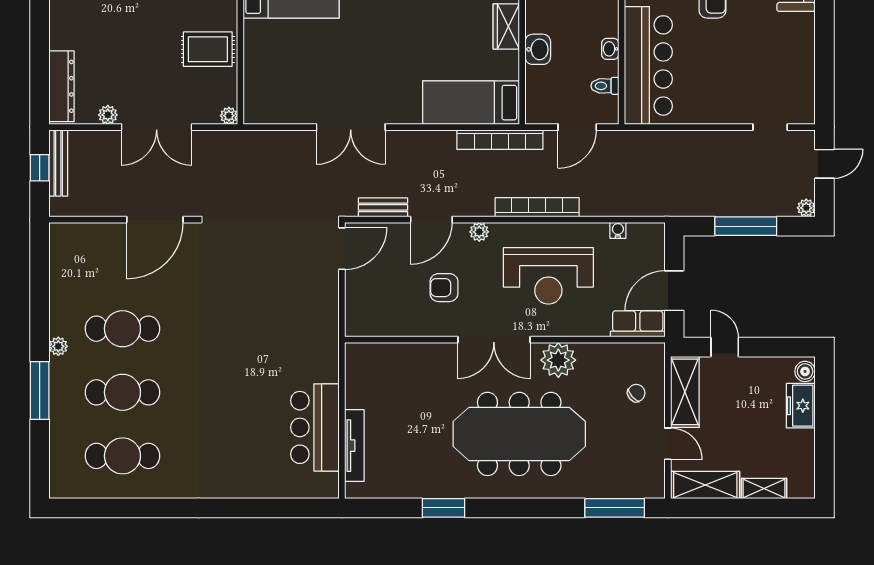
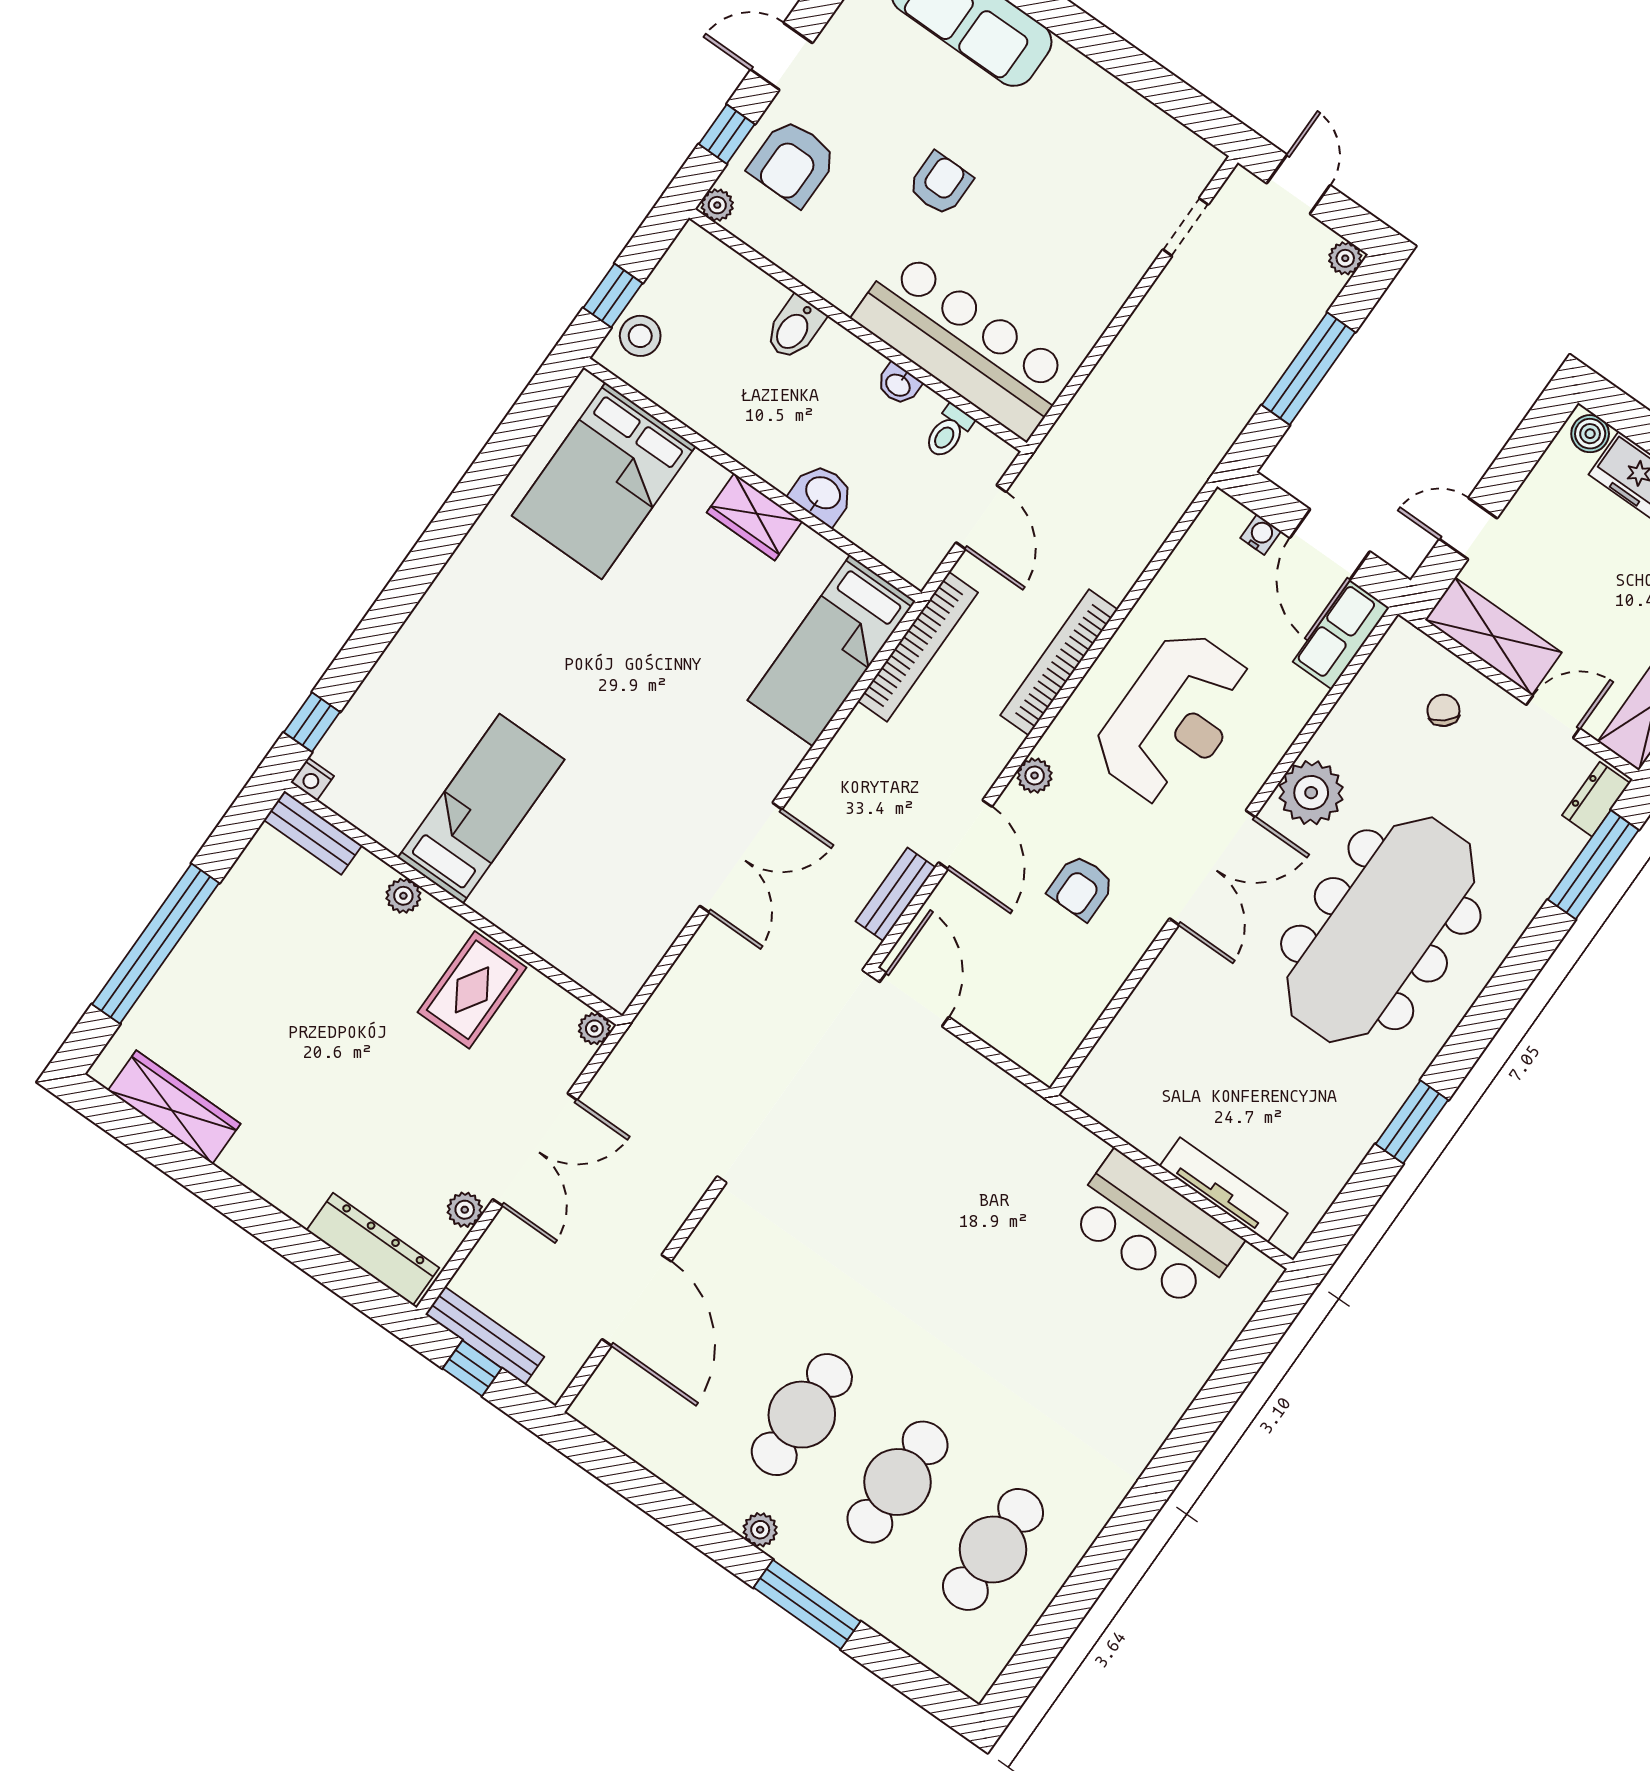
door: (155, 220) -> (637, 1300), moved
water cooler: (618, 230) -> (1261, 535), moved, turned 90
dresser: (645, 489) -> (1596, 799), added

